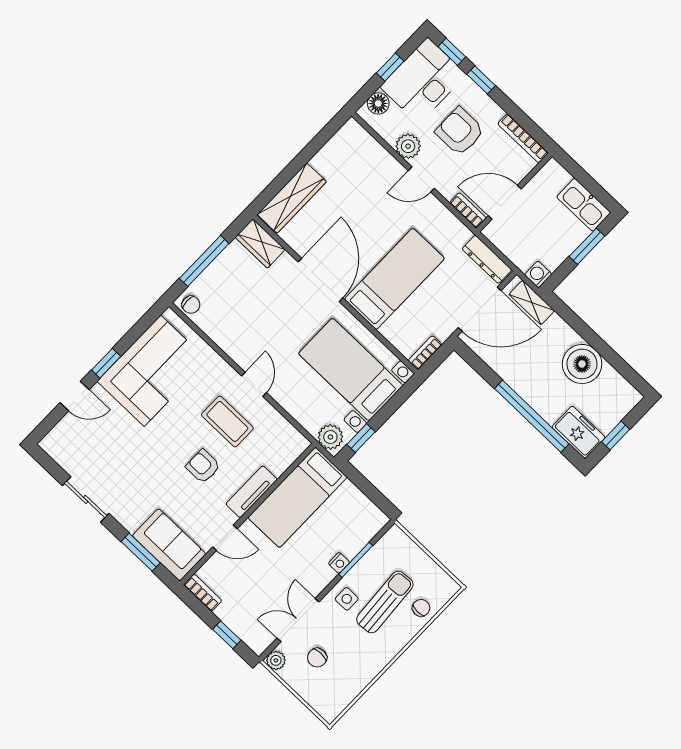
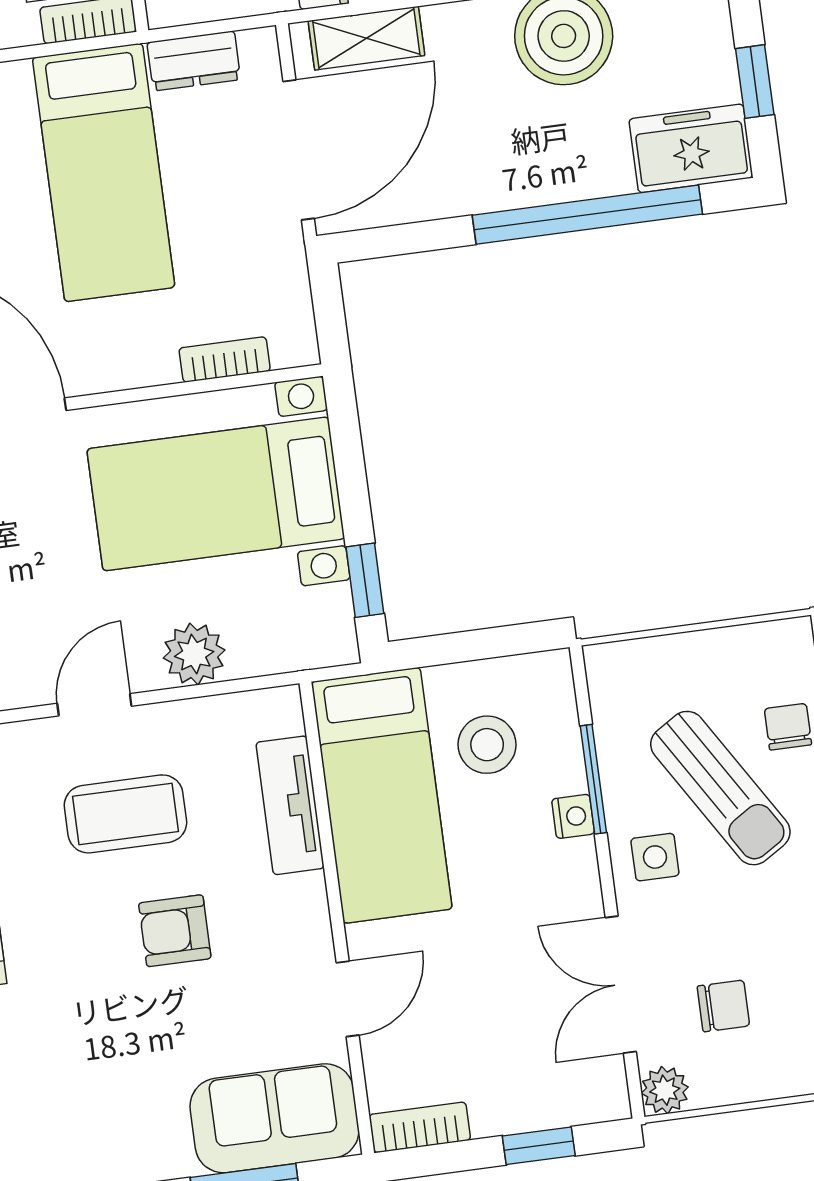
dresser: (487, 259) -> (194, 61), width x0.70
bed: (394, 279) -> (104, 172), moved, turned 180
bookcase: (425, 353) -> (225, 359), moved, turned 90
door: (254, 384) -> (94, 705), hinge flipped
plant: (330, 437) -> (194, 654), moved
tv unit: (252, 492) -> (290, 805), moved
stool: (340, 518) -> (487, 745), added
sun lounger: (385, 602) -> (720, 788), turned 152
chair: (317, 658) -> (723, 1006), turned -90

